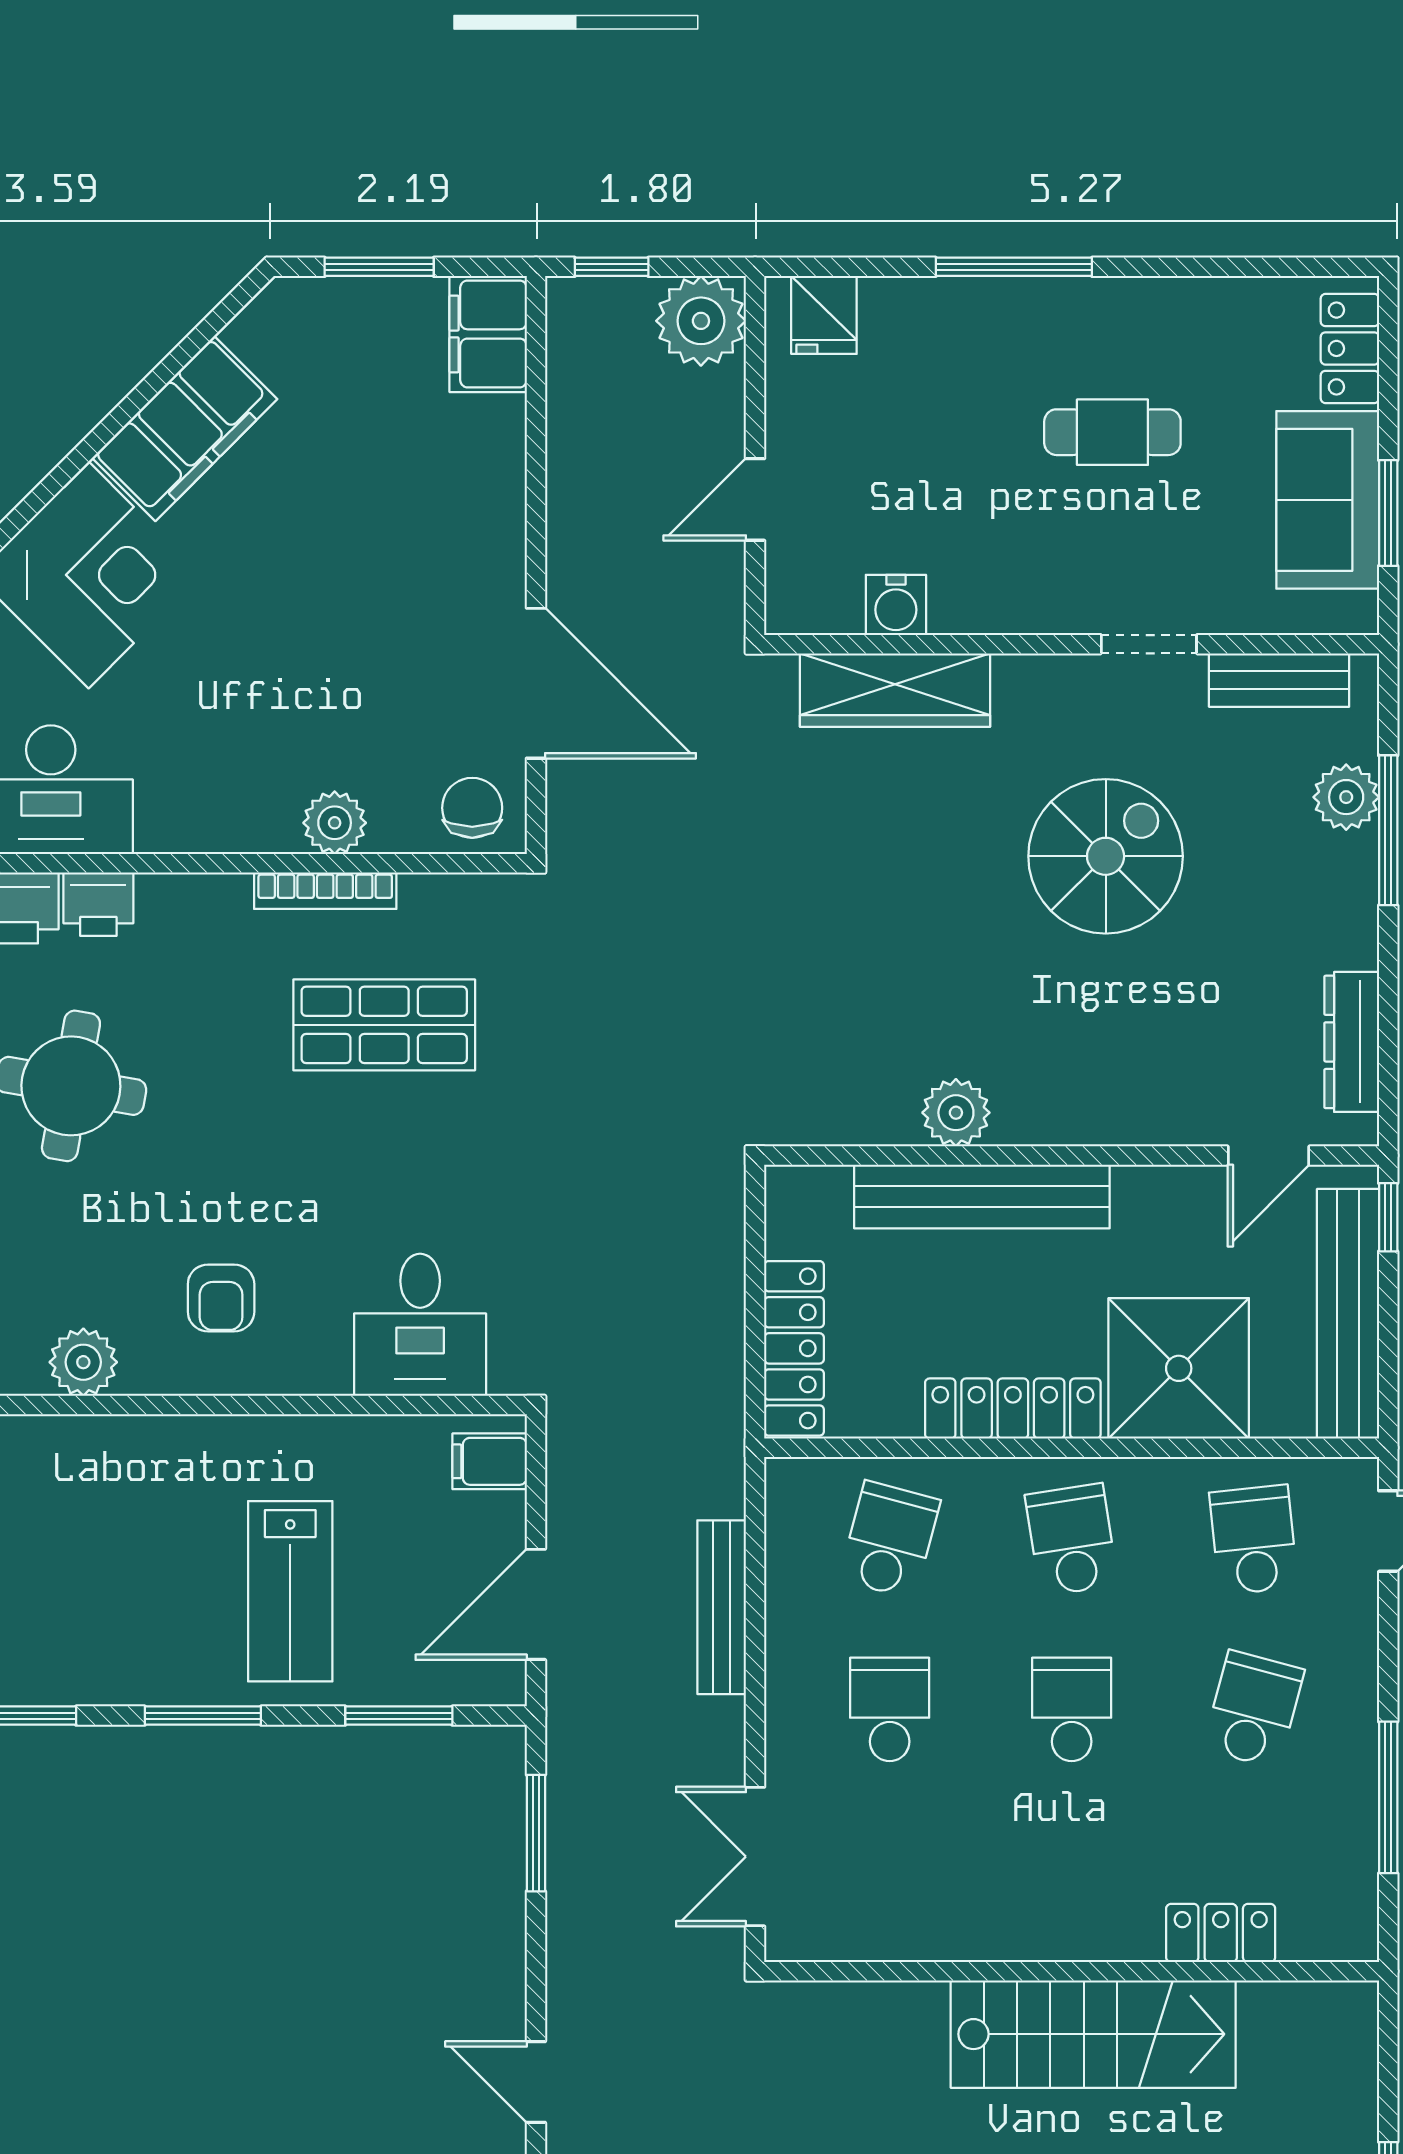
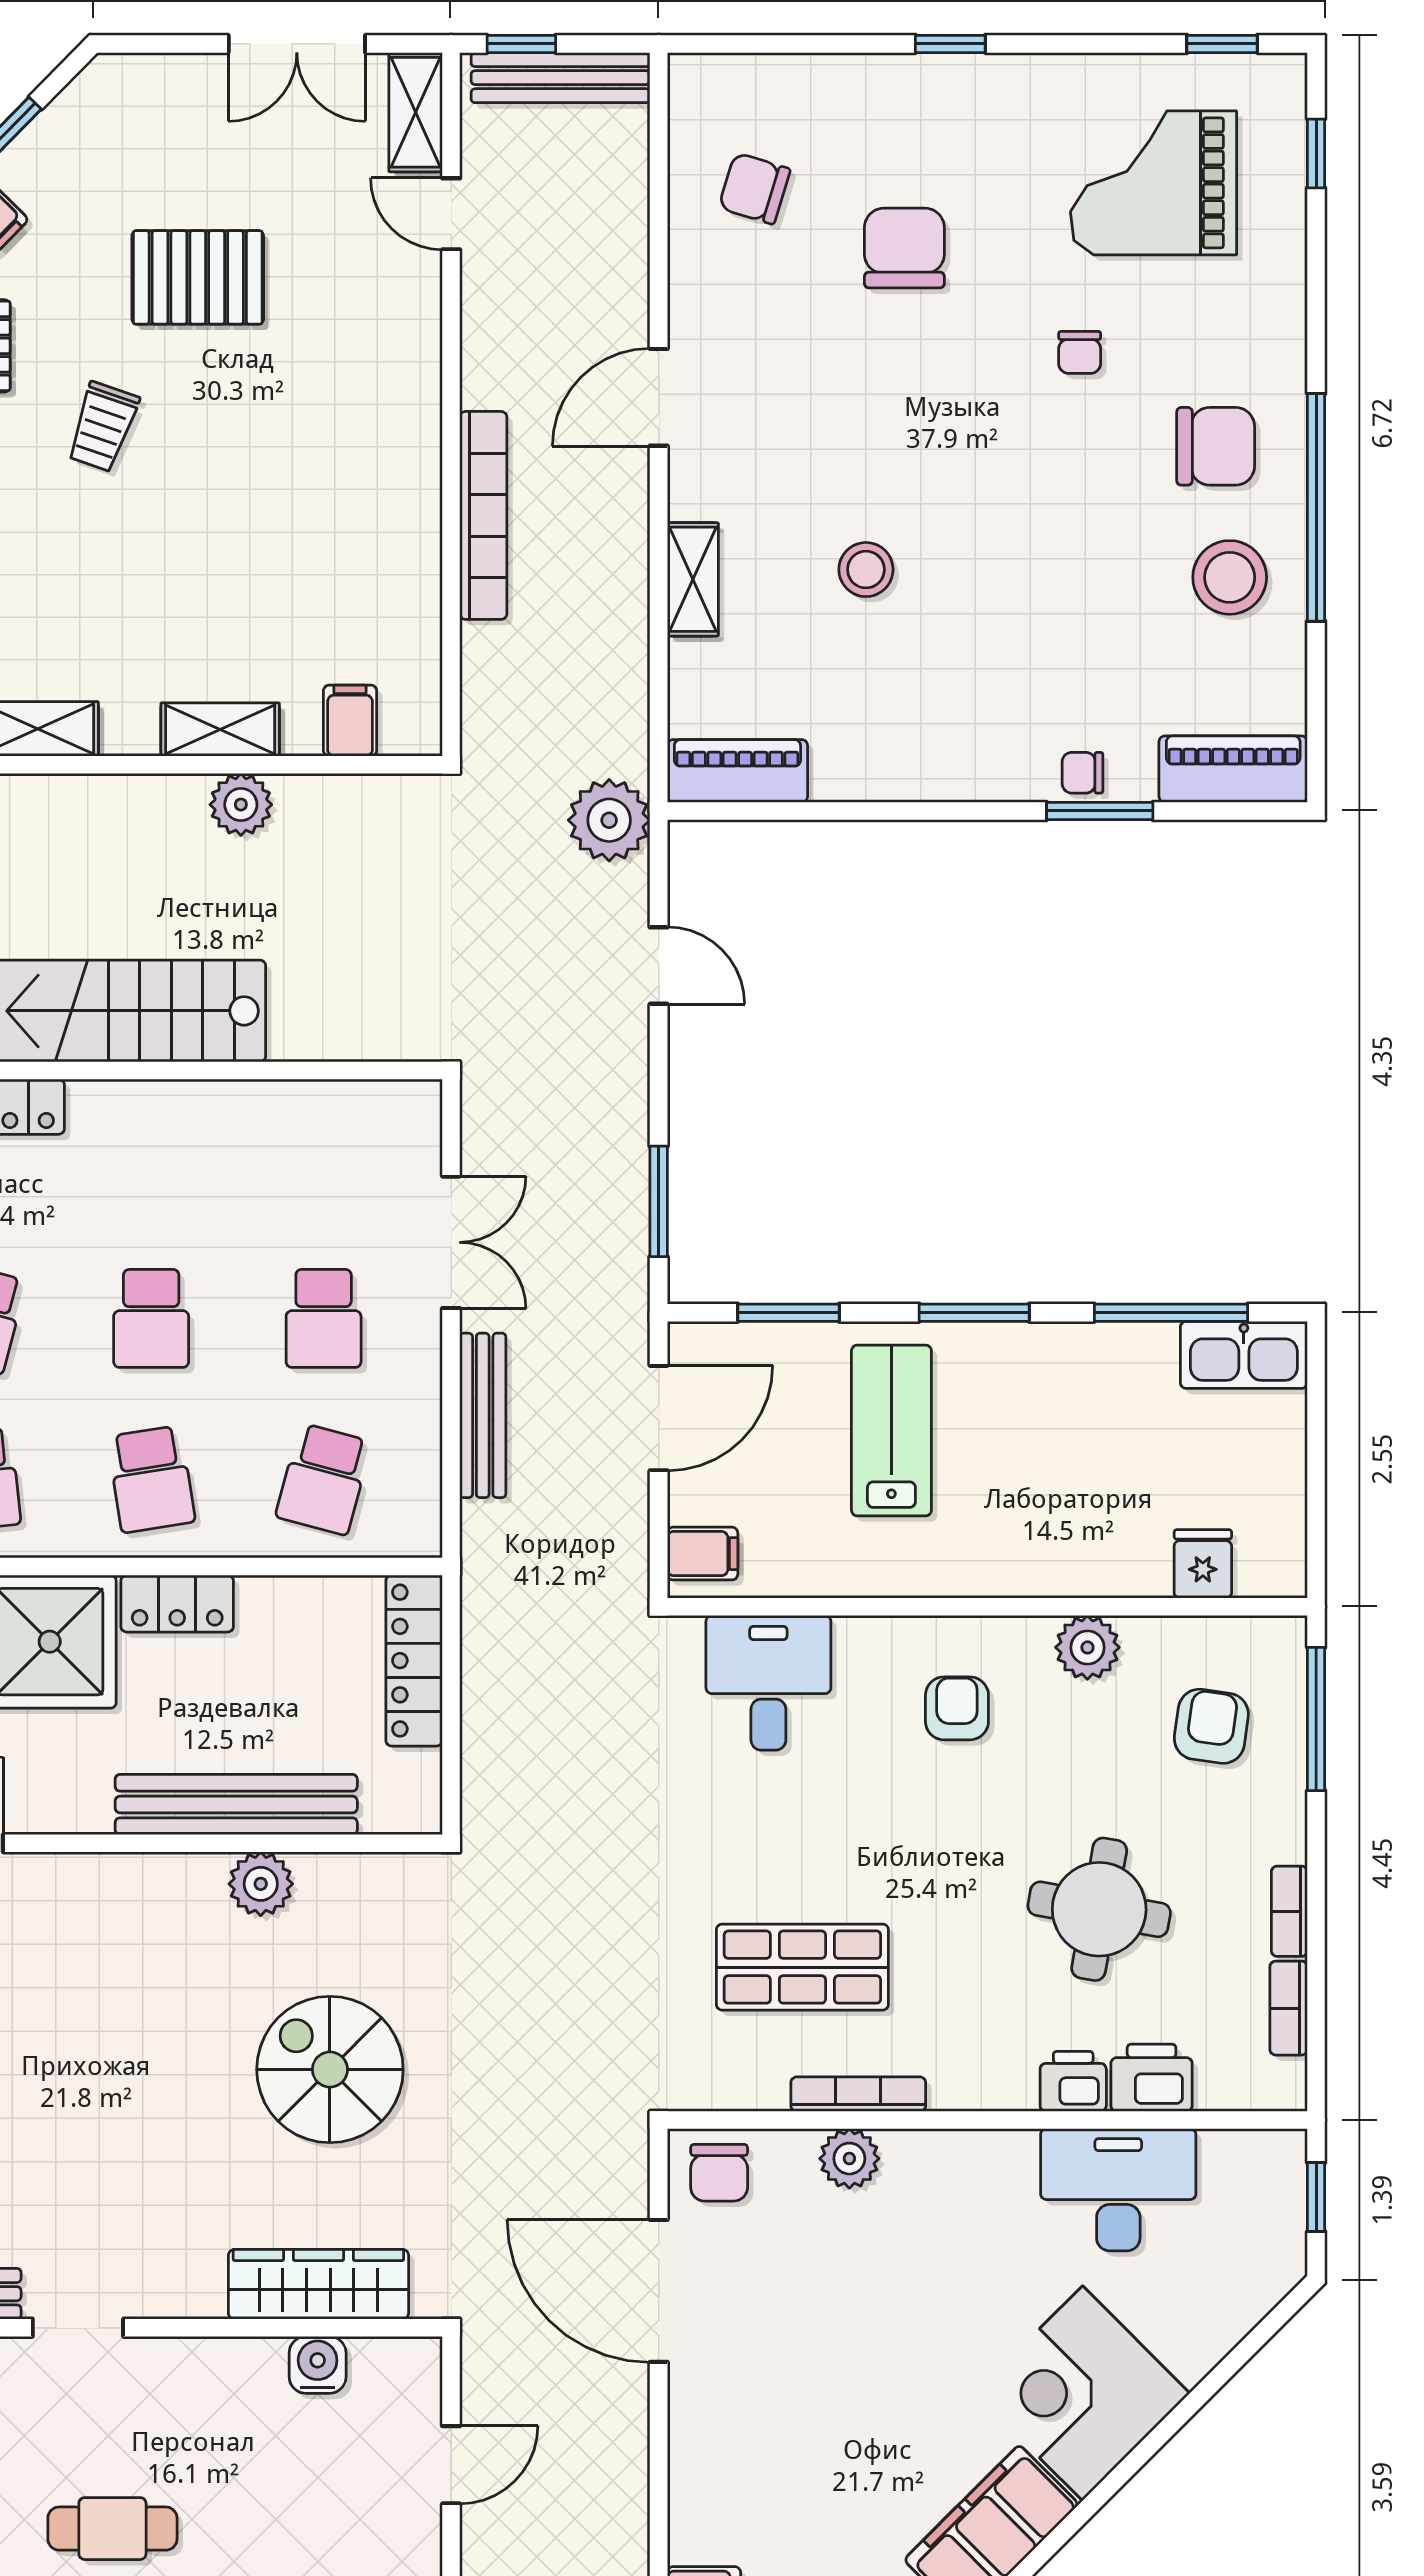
spiral stairs: (1106, 856) -> (330, 2070), moved, turned 90
locker: (1013, 1409) -> (177, 1604), width x0.66
double door: (755, 1857) -> (451, 1242), moved

